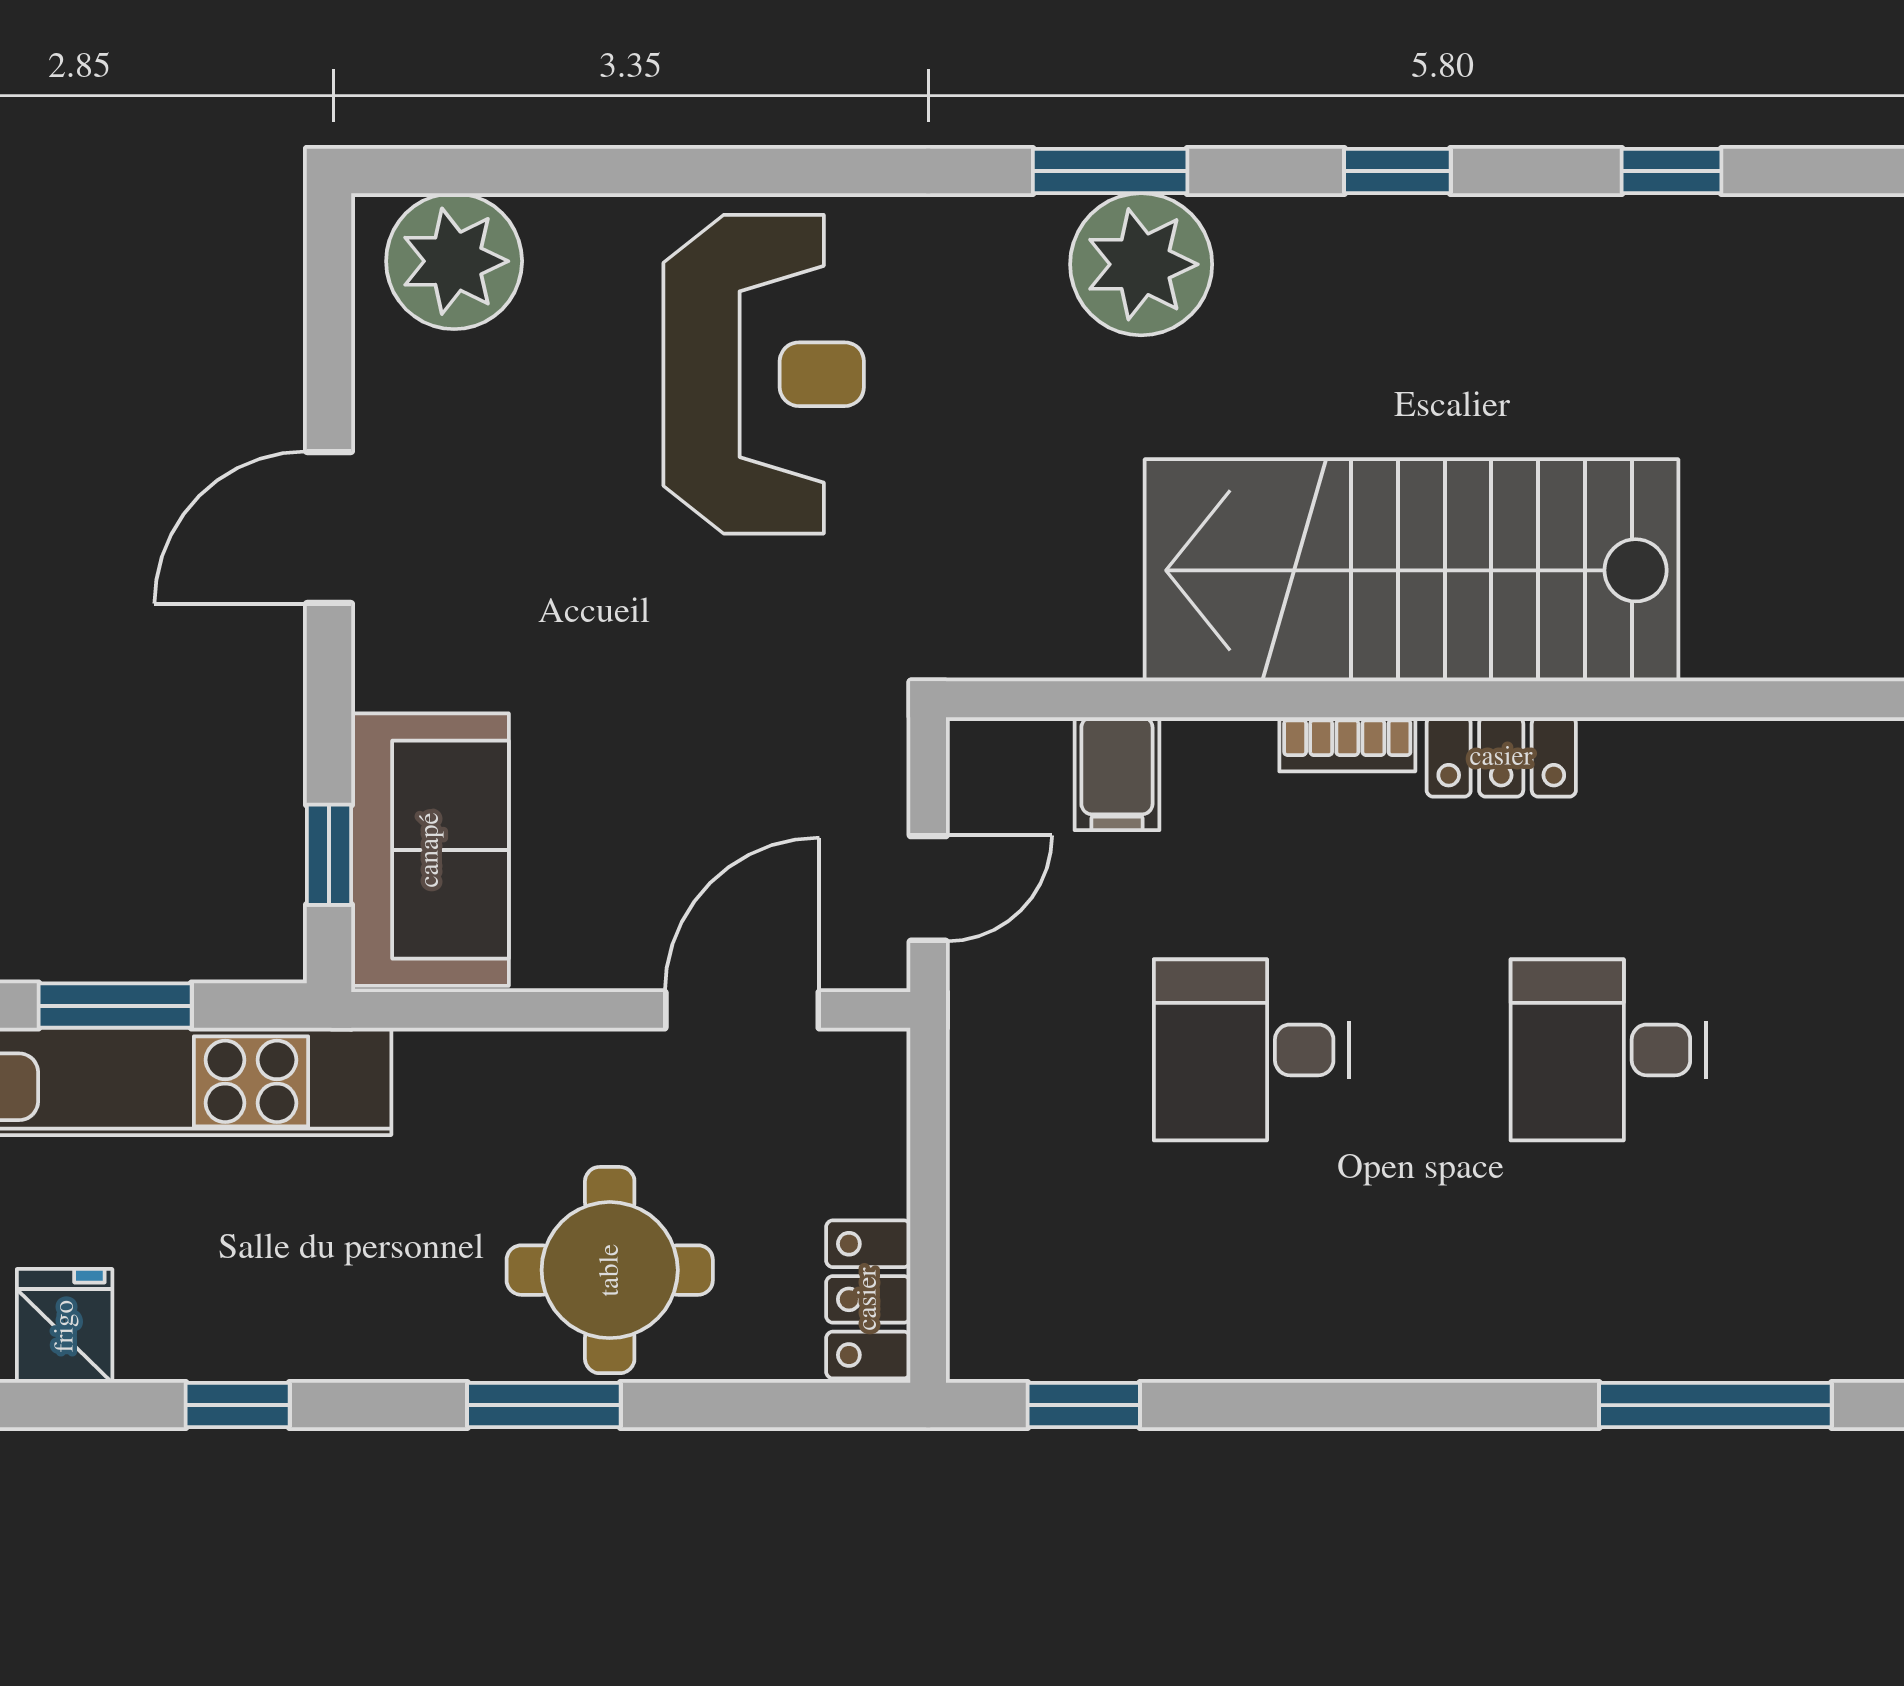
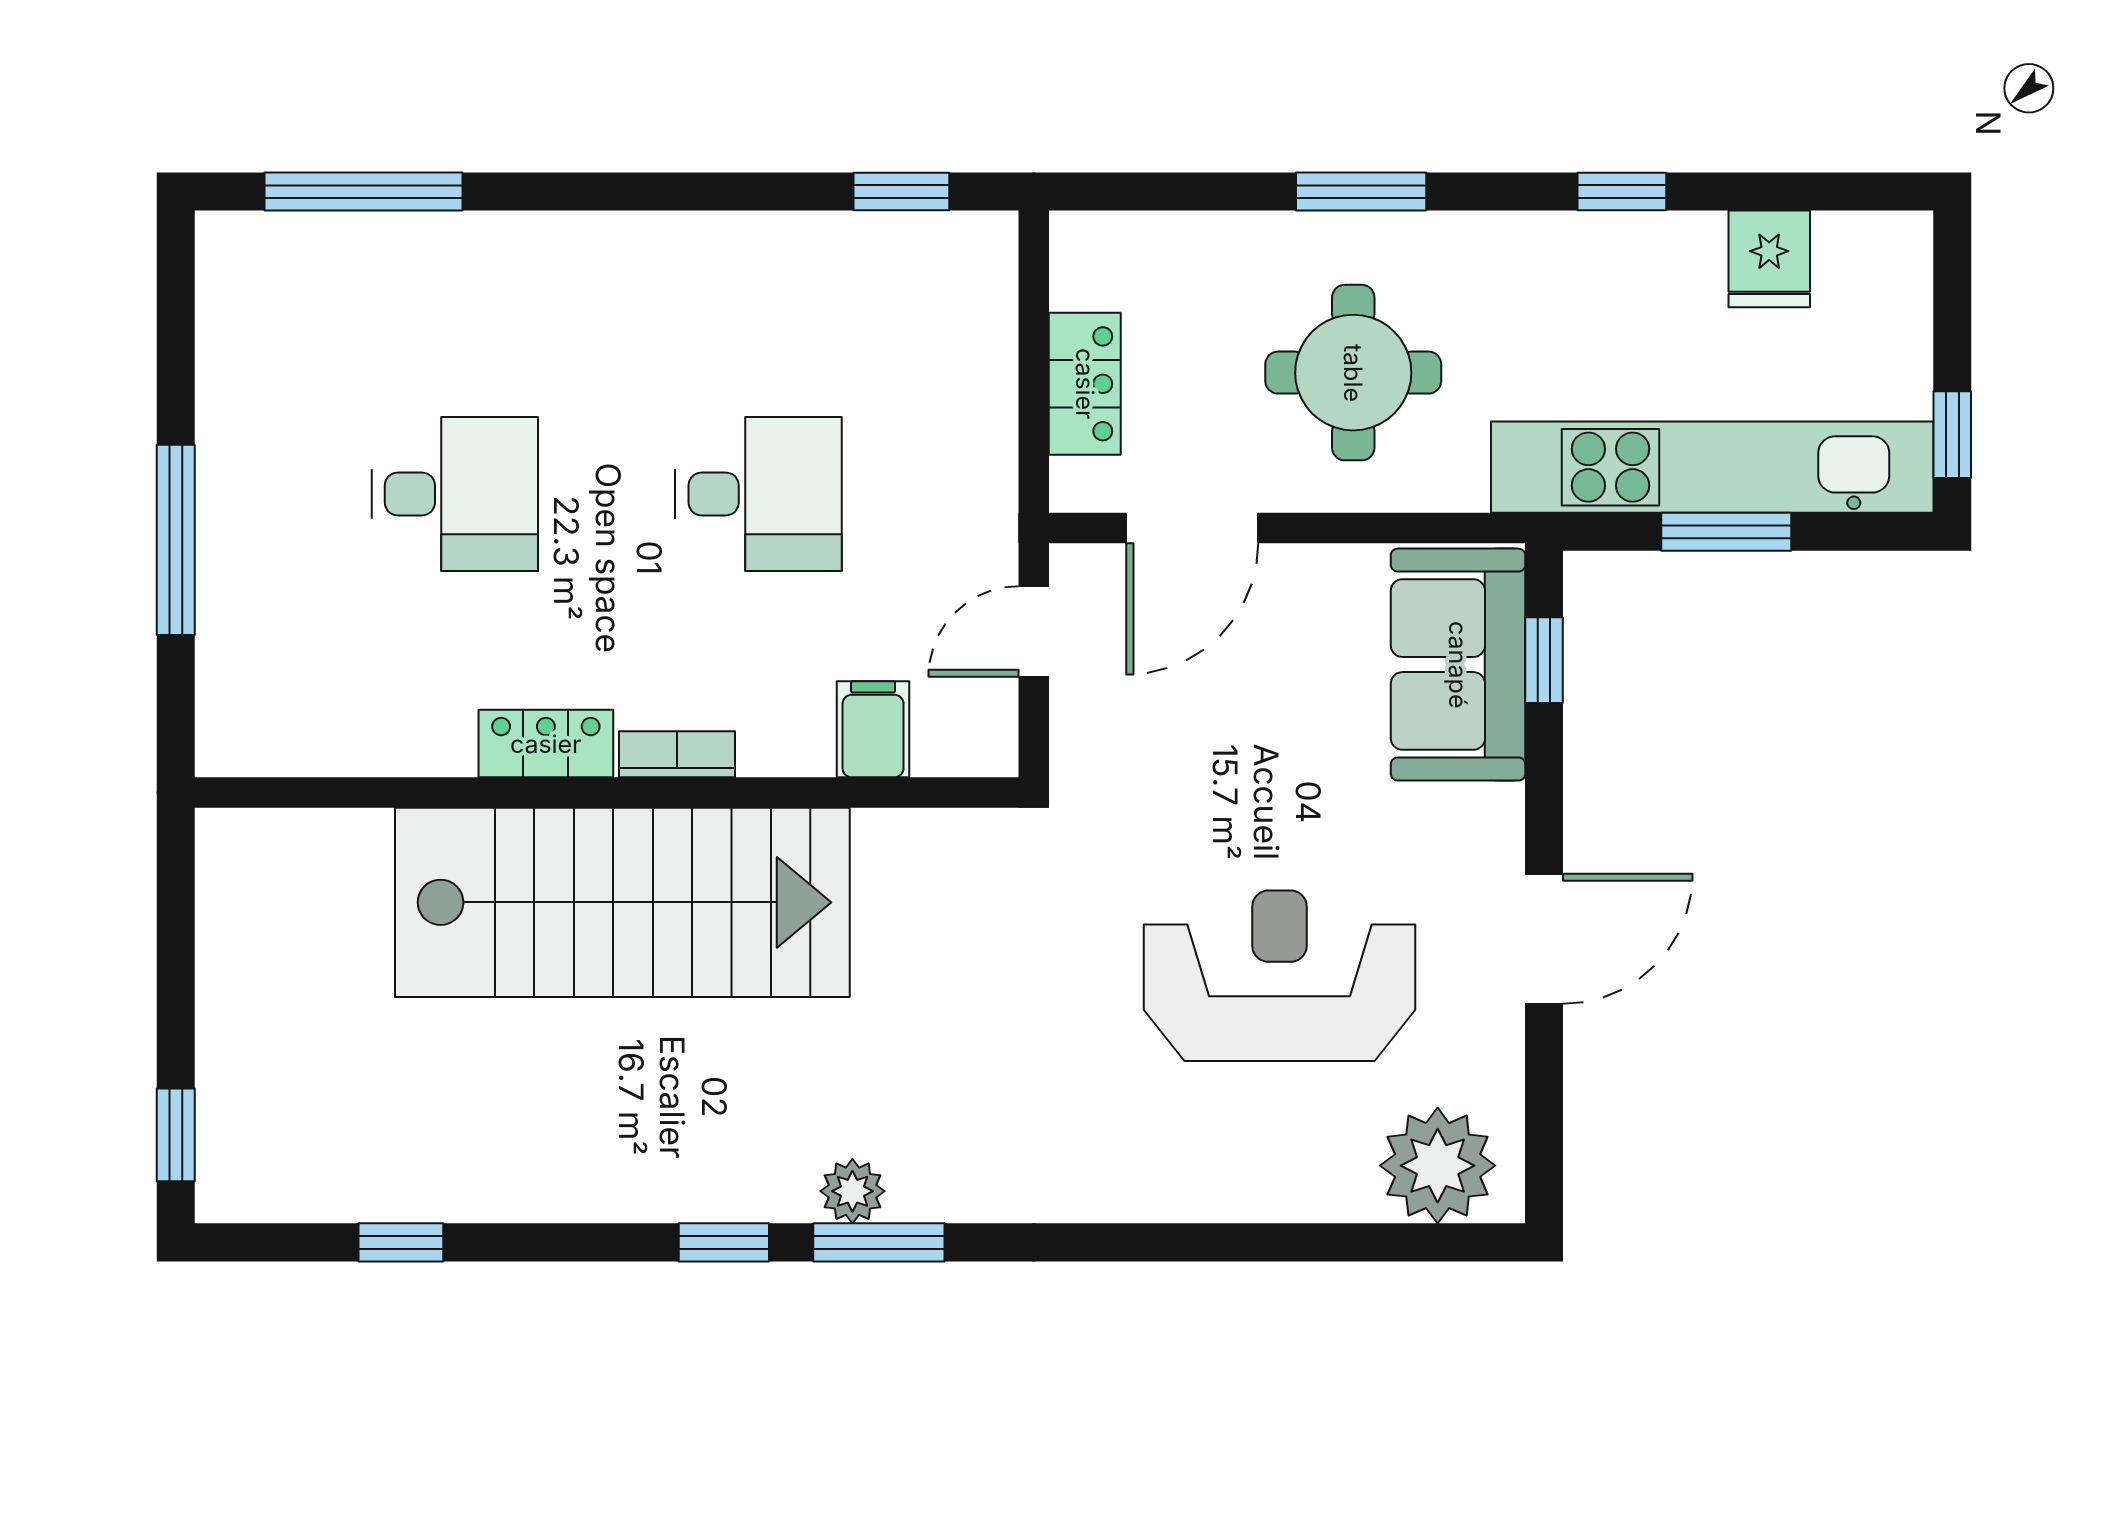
window: (1397, 171) -> (724, 1242), moved
plant: (1141, 264) -> (852, 1191), width x0.53, depth x0.53
reception desk: (764, 374) -> (1279, 976), moved, turned 90
round table: (610, 1270) -> (1353, 373), moved
locker: (868, 1299) -> (1085, 384), moved

